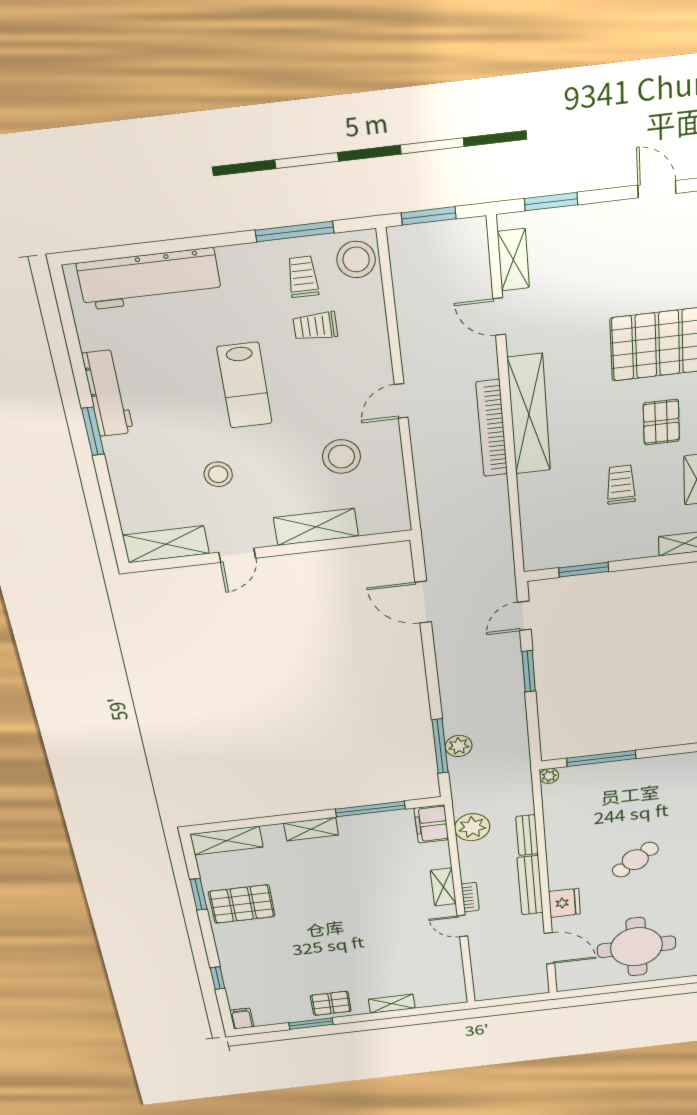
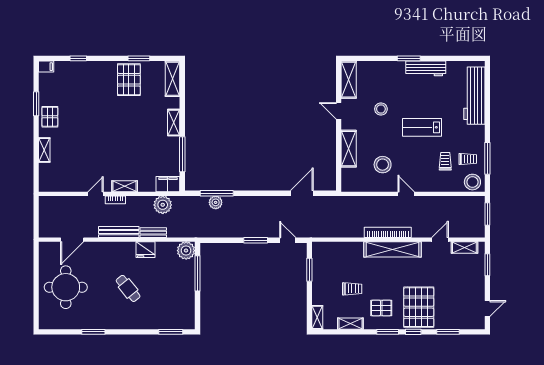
plant: (549, 776) -> (186, 251), width x1.87, depth x1.87
fridge: (564, 903) -> (146, 250), moved

